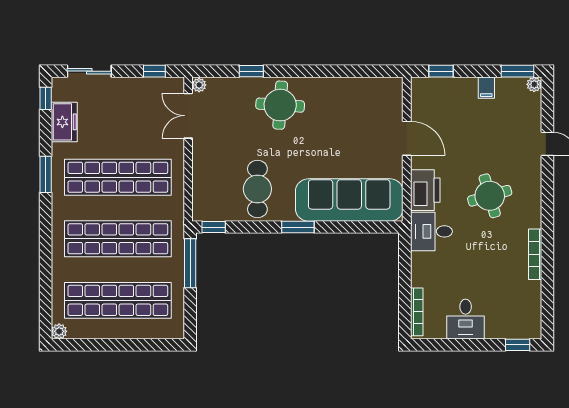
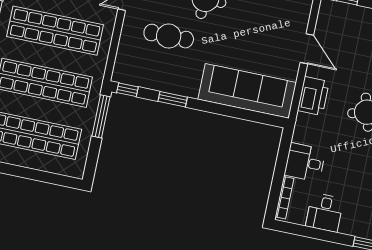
cafe table: (257, 189) -> (169, 36), moved, turned 90
window: (298, 227) -> (173, 99), moved
desk: (431, 231) -> (305, 162), moved

